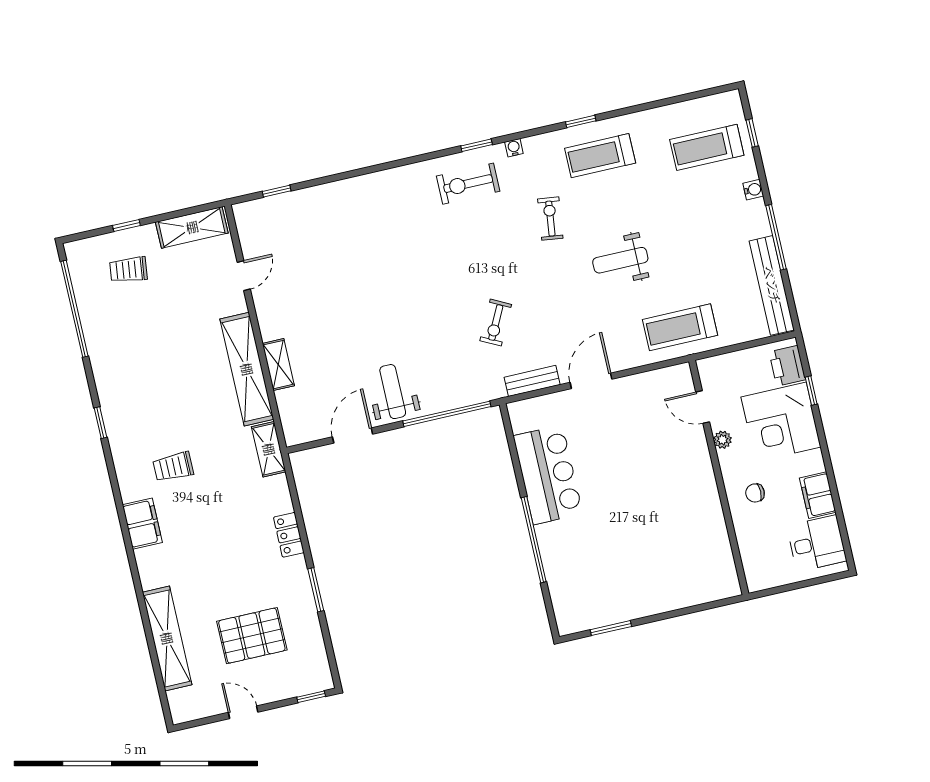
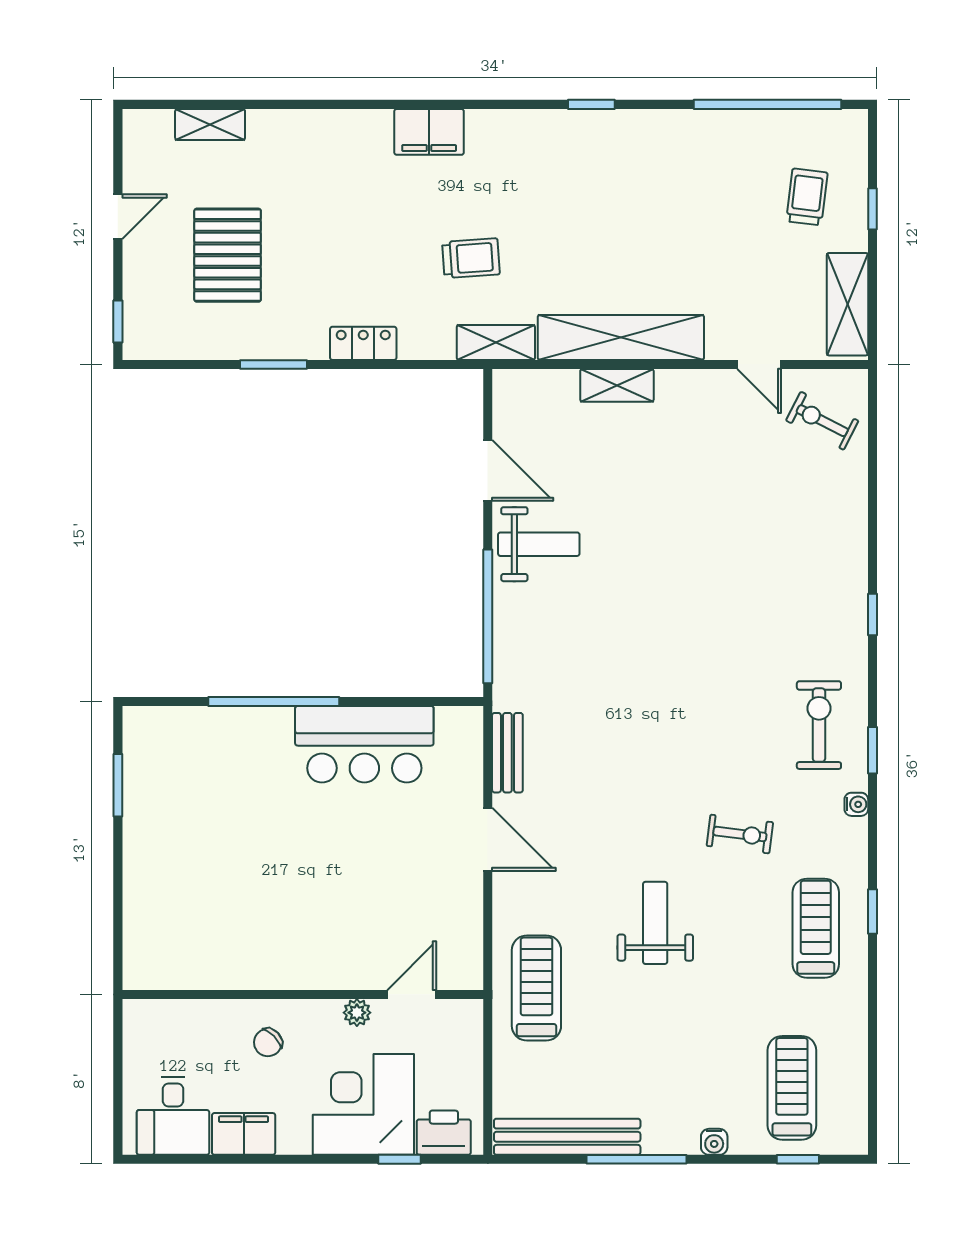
window: (277, 191) -> (872, 615), moved
exercise bike: (496, 323) -> (822, 421), moved
trolley: (173, 467) -> (471, 258), moved, turned 86
chair: (755, 493) -> (268, 1043), turned -134
shelving: (167, 638) -> (210, 124), width x0.45, depth x0.75

